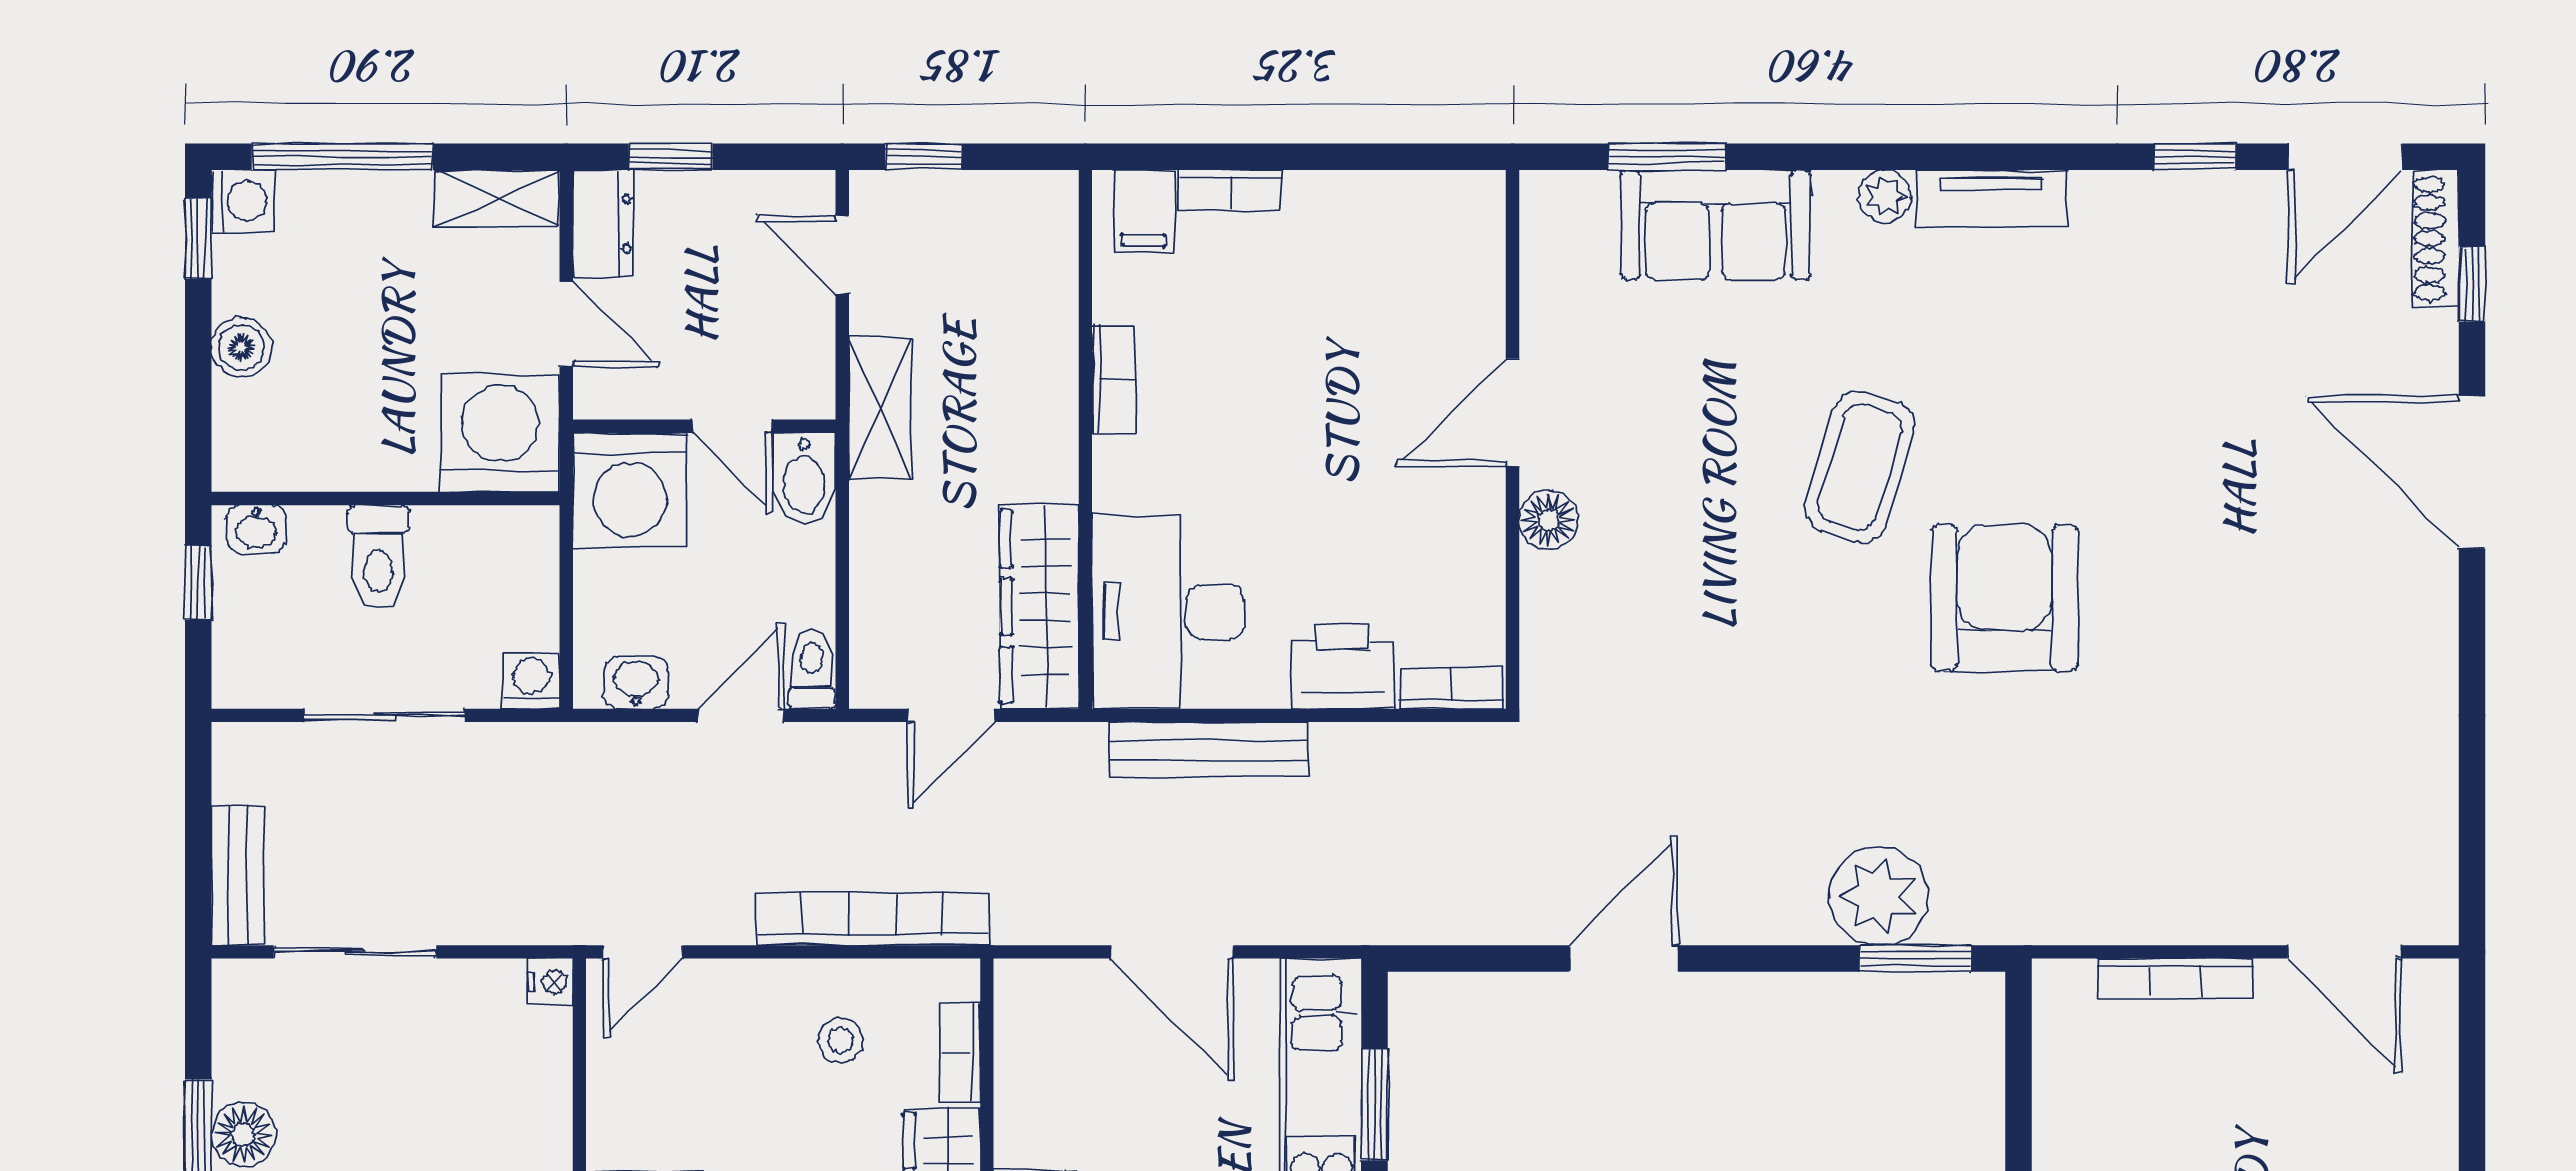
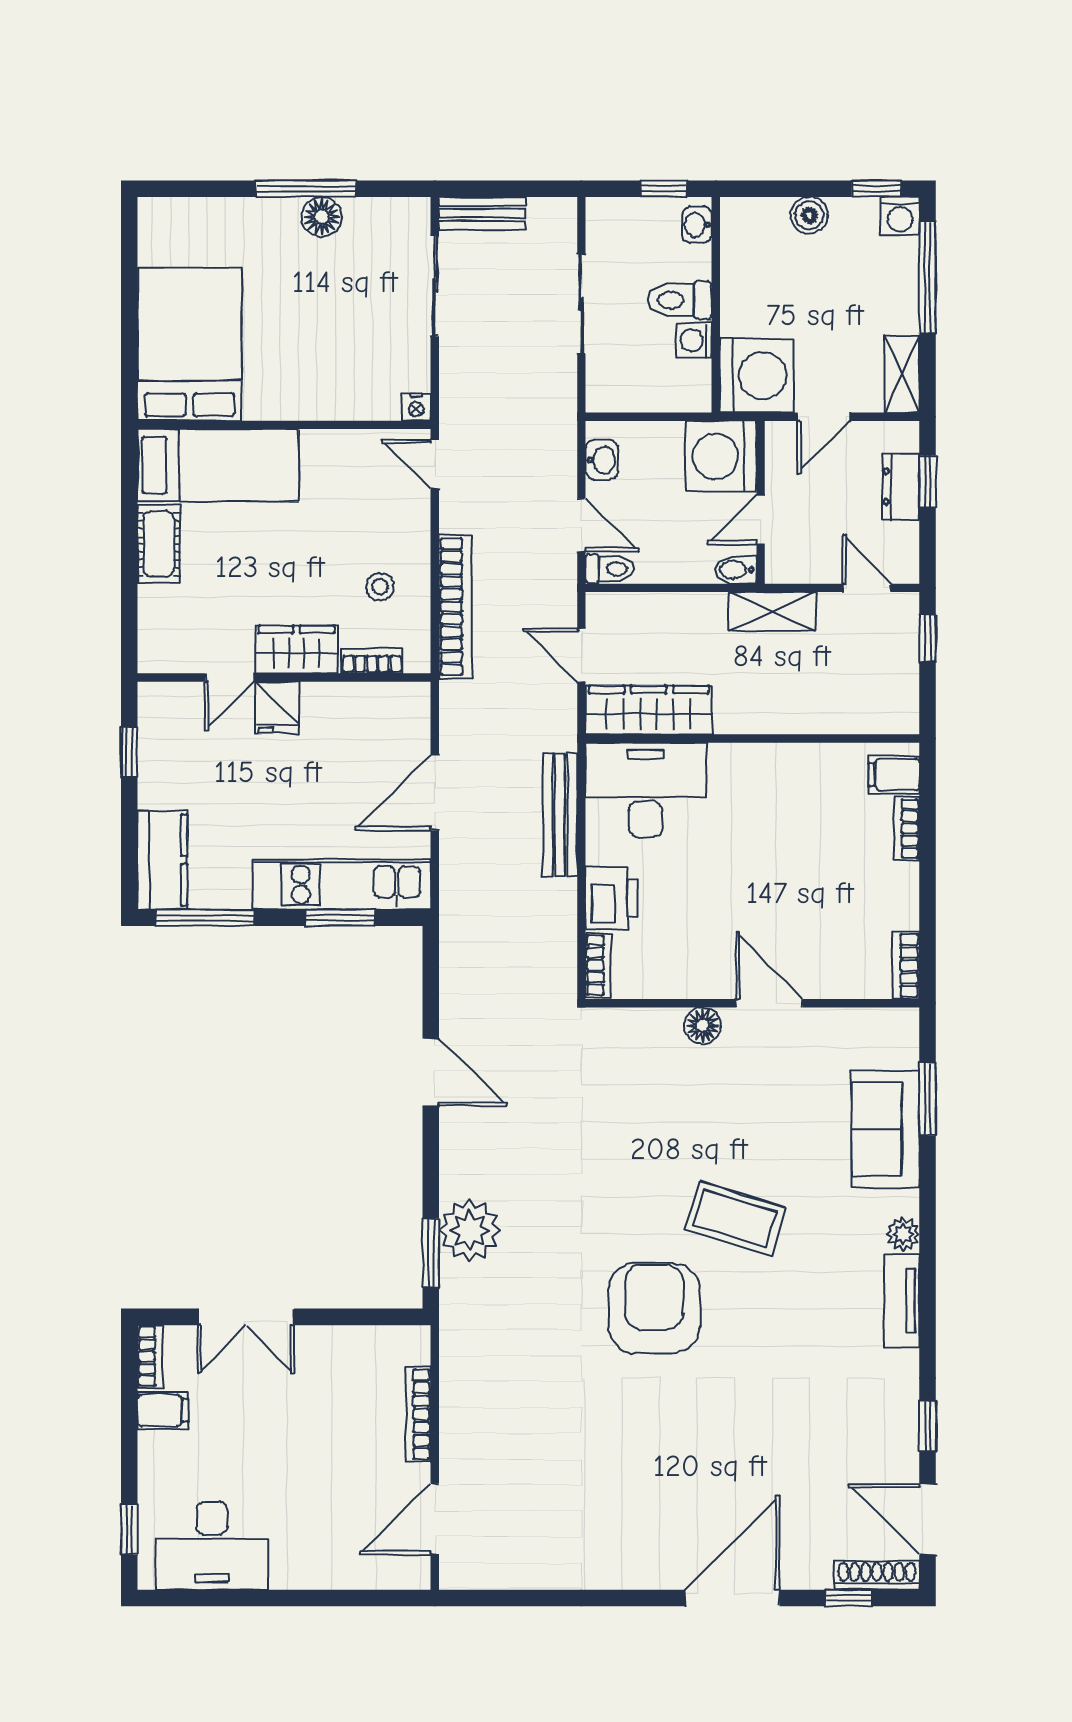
dresser: (603, 224) -> (901, 487), moved, turned 90
door: (842, 255) -> (867, 588), hinge flipped
bookcase: (1114, 379) -> (906, 966), moved, turned 90
bidet: (804, 478) -> (736, 570), width x0.72, depth x0.74
armchair: (2004, 598) -> (654, 1308), turned -90
washing machine: (531, 681) -> (694, 340), moved, turned 180

